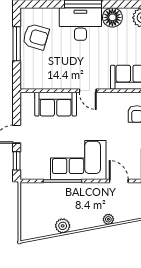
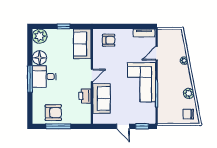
desk: (80, 24) -> (44, 77), width x0.73
armchair: (36, 37) -> (53, 113), turned 74
printer: (59, 81) -> (85, 96), added
chair: (34, 225) -> (188, 114), added

